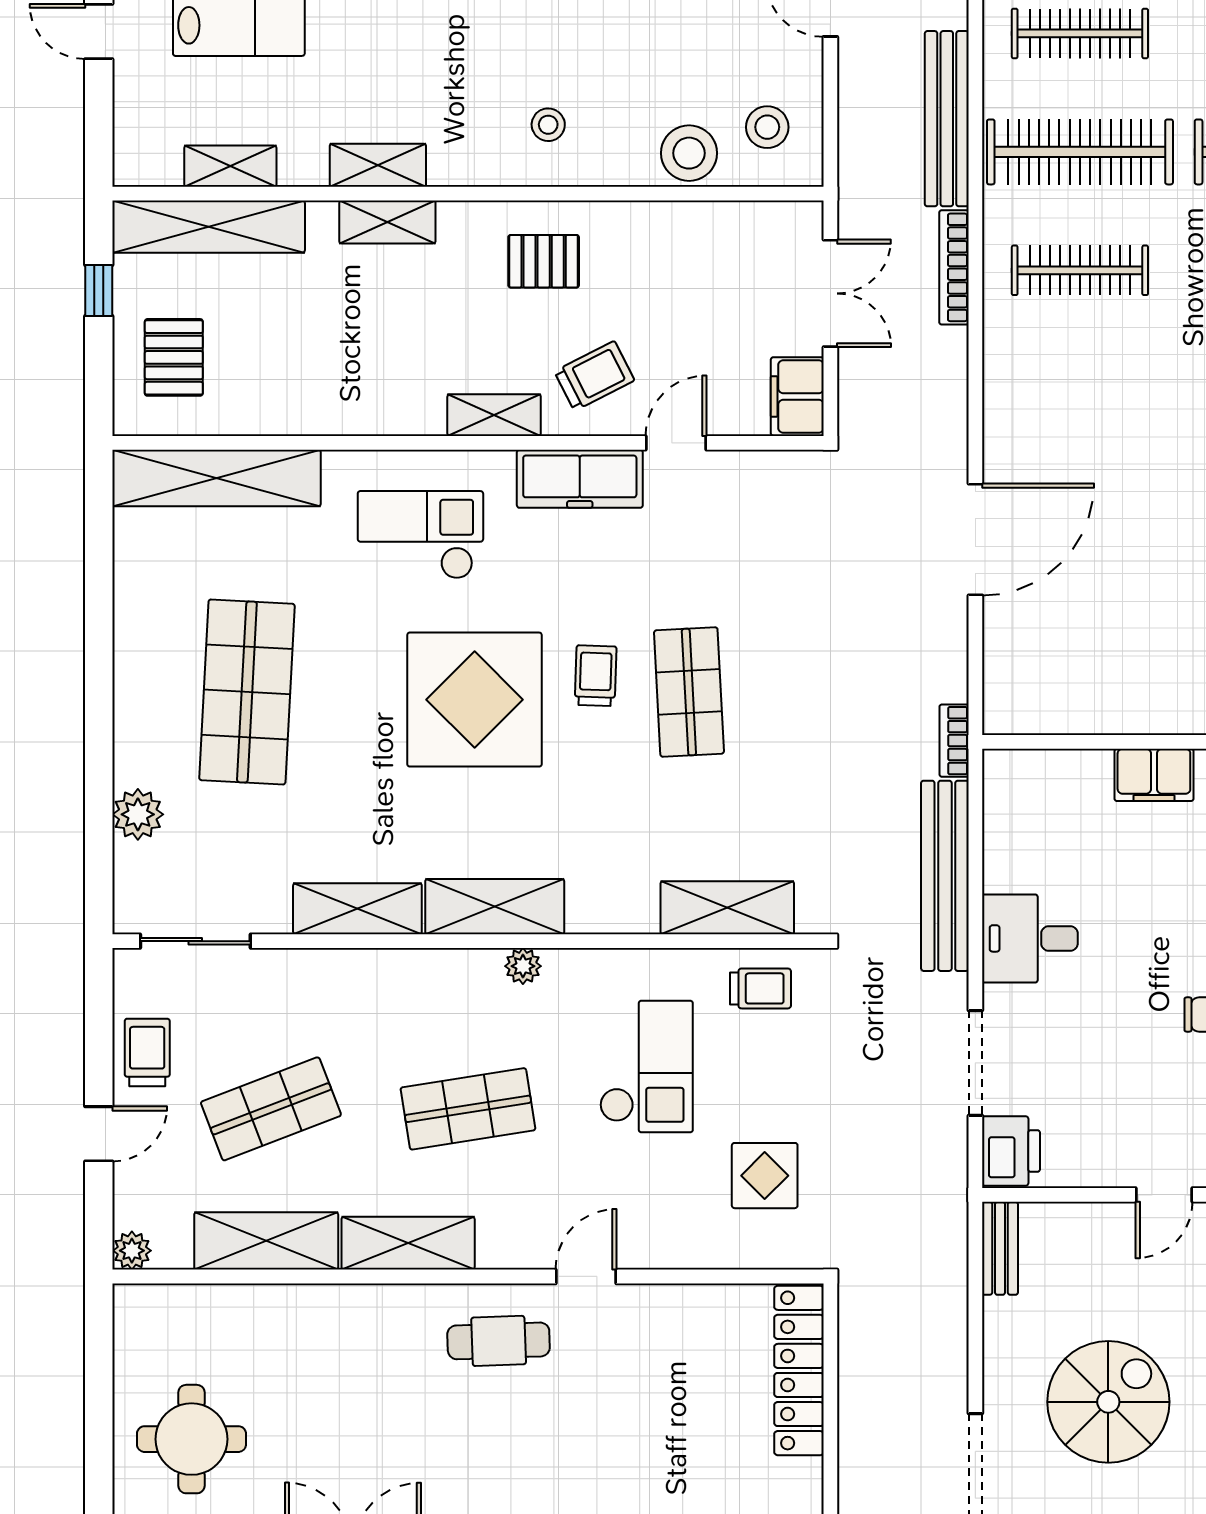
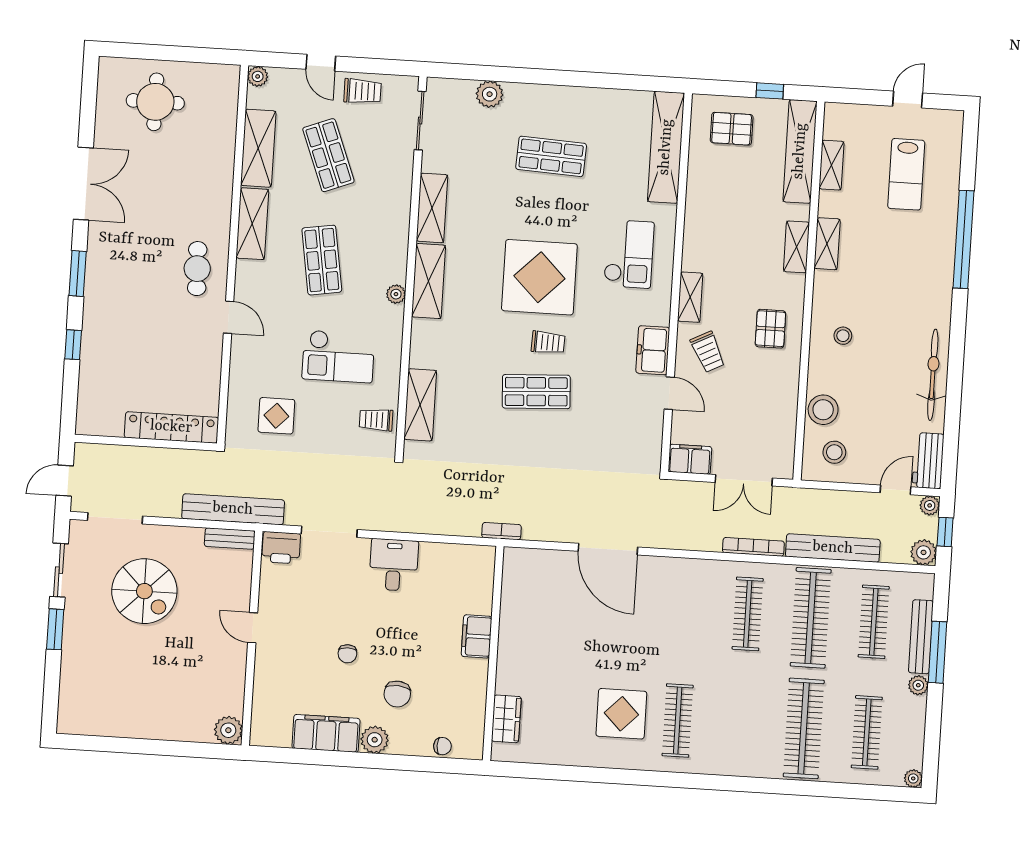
freezer: (580, 479) -> (653, 350), width x0.71
shop shelf: (247, 692) -> (551, 156), width x0.70, depth x0.74
bench: (945, 876) -> (233, 509), moved
trolley: (760, 988) -> (376, 420), turned 90

